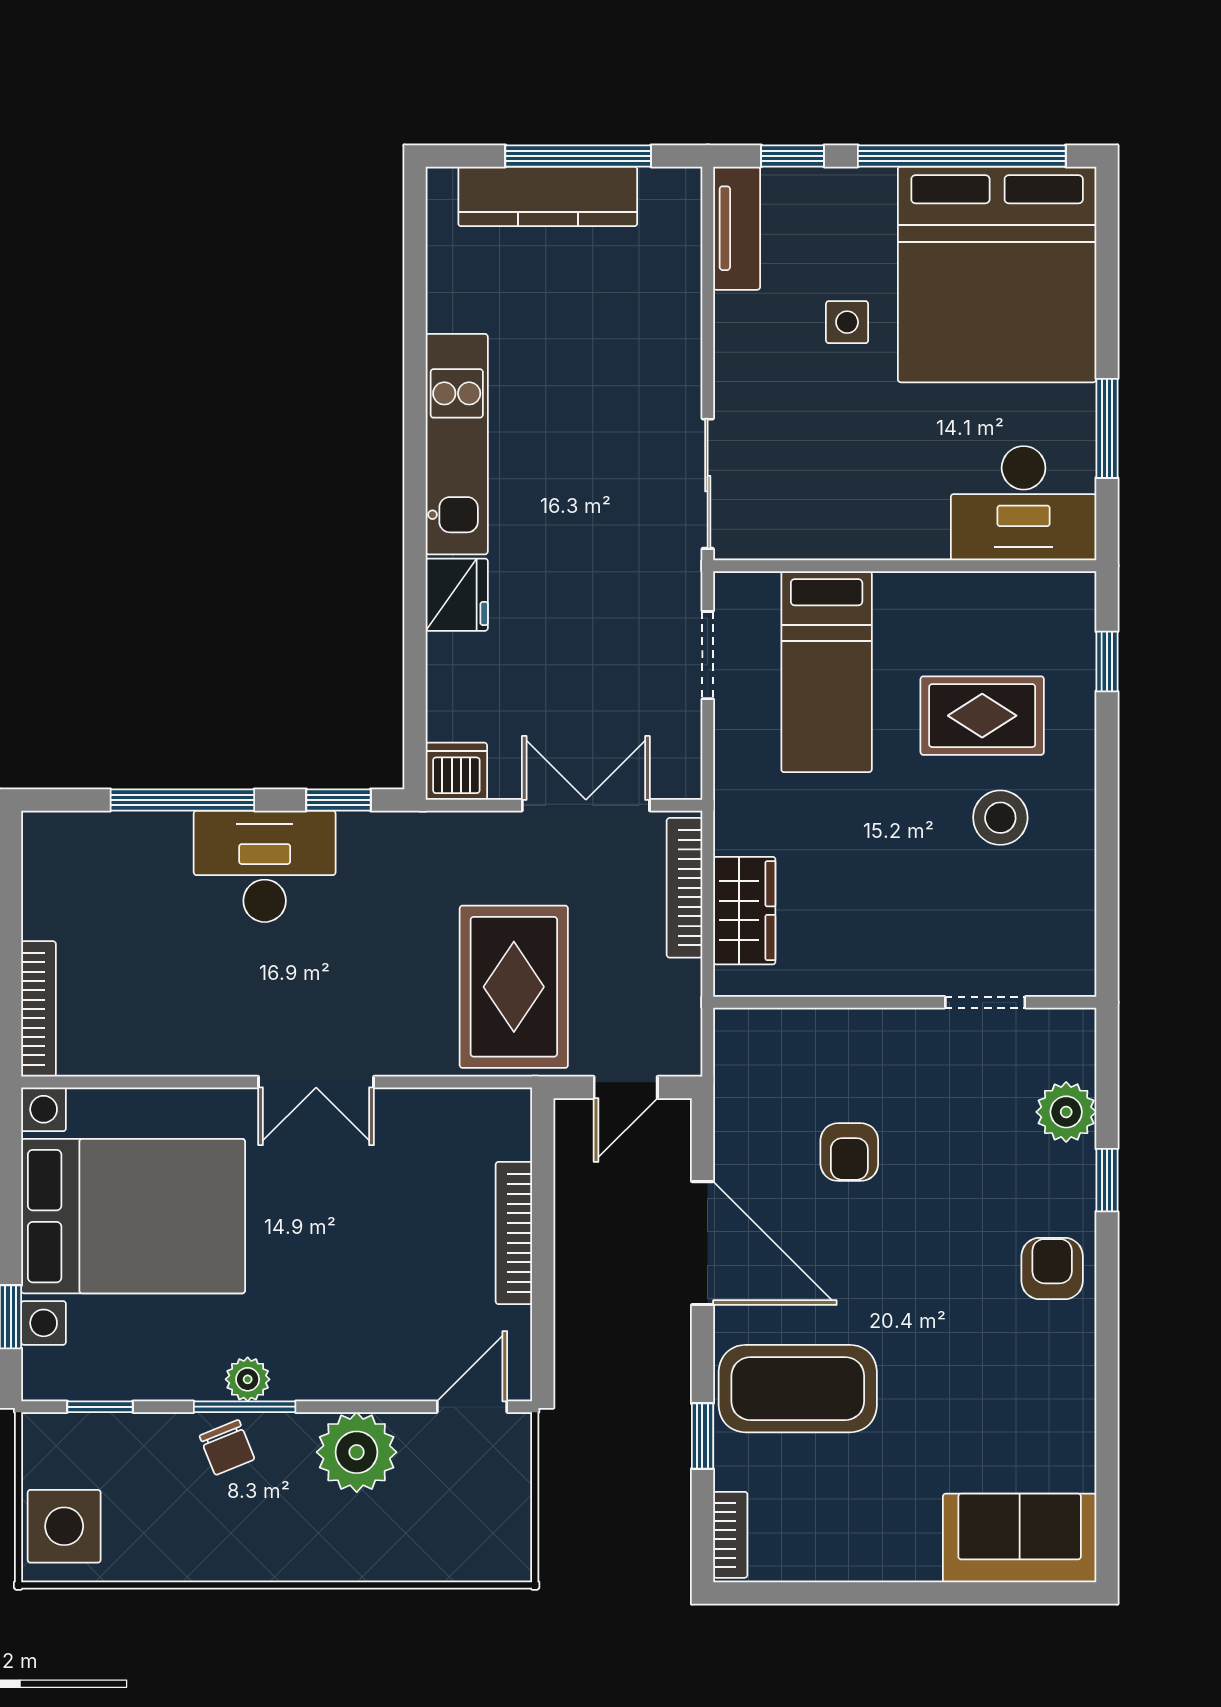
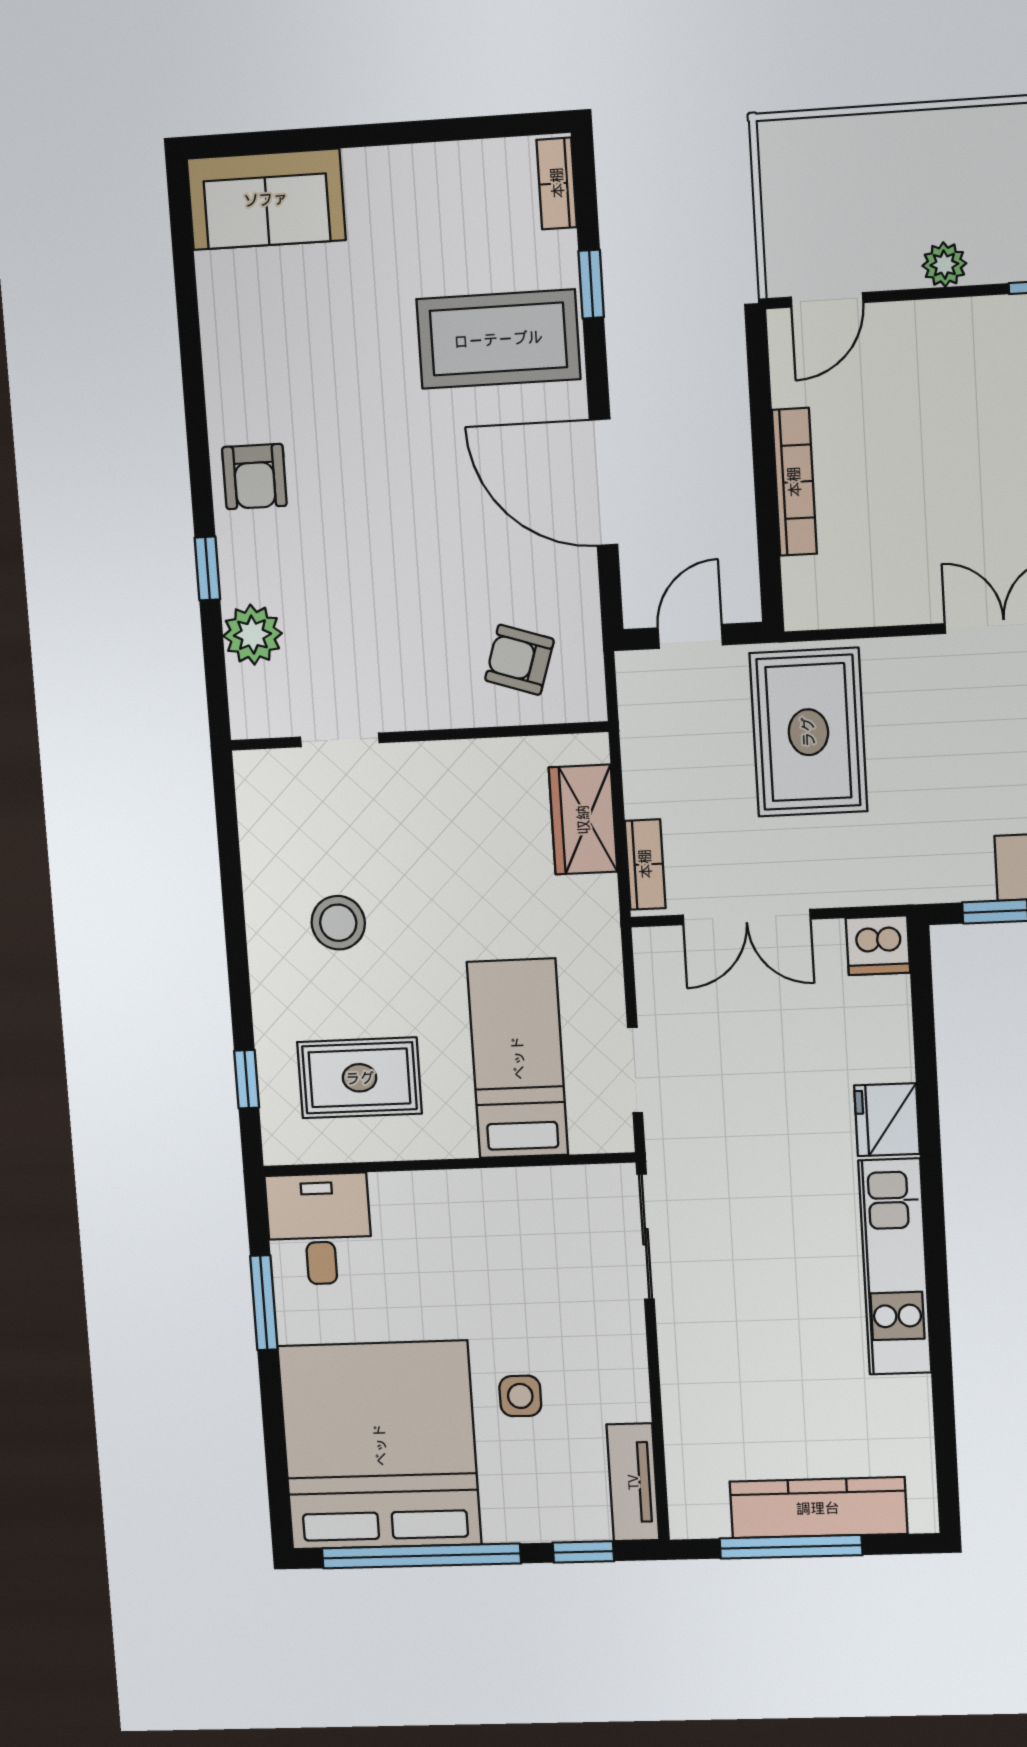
desk: (1024, 503) -> (319, 1229), width x0.73
rug: (982, 716) -> (360, 1078), moved
bookcase: (685, 888) -> (645, 864), width x0.64
armchair: (849, 1152) -> (519, 660), moved, turned -72
plant: (357, 1452) -> (944, 265), width x0.53, depth x0.53

